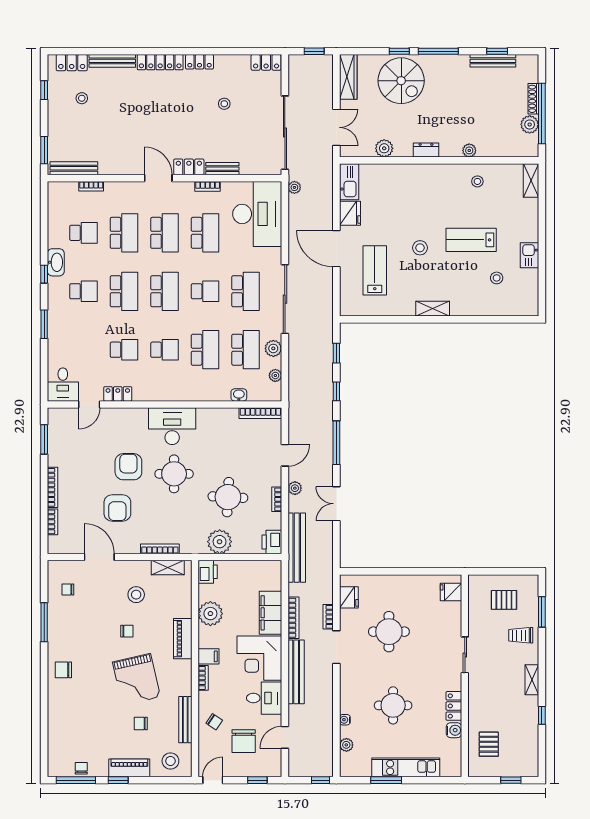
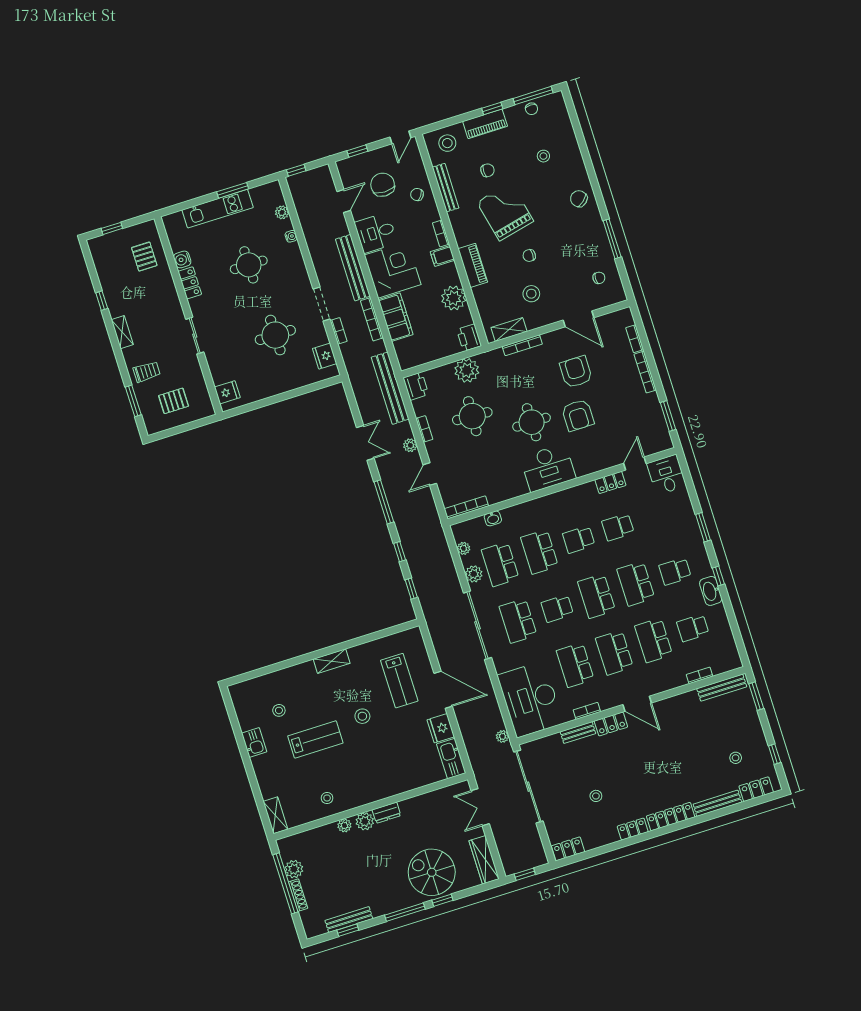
plant: (384, 148) -> (365, 821), moved
chair: (63, 670) -> (579, 199), turned -131
stool: (84, 720) -> (543, 156), added

